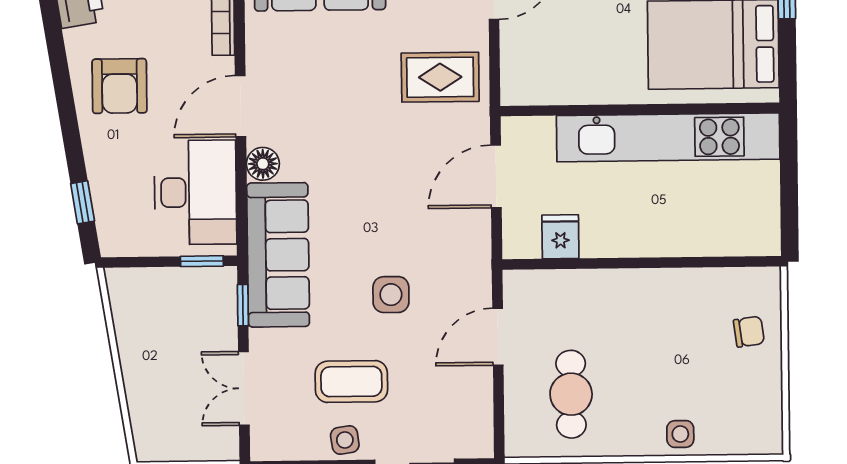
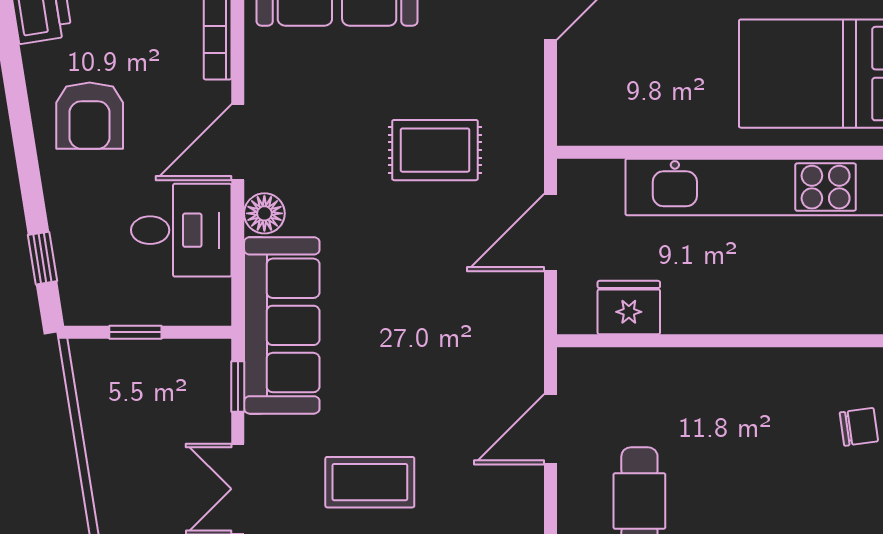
rug: (440, 77) -> (435, 150), moved
desk: (195, 192) -> (181, 230), width x0.73
fridge: (560, 237) -> (629, 308), width x1.38
window: (202, 261) -> (135, 332), moved
side table: (391, 295) -> (420, 376), removed

